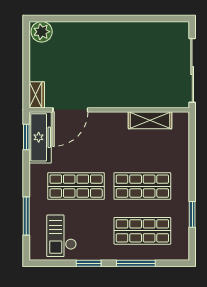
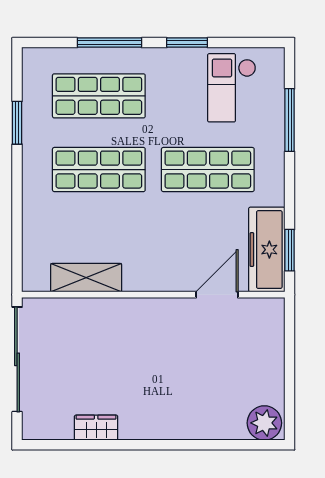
wardrobe: (37, 95) -> (96, 428), moved, turned 90
door: (70, 110) -> (217, 295), width x0.73
checkout: (62, 236) -> (232, 88), turned 180

